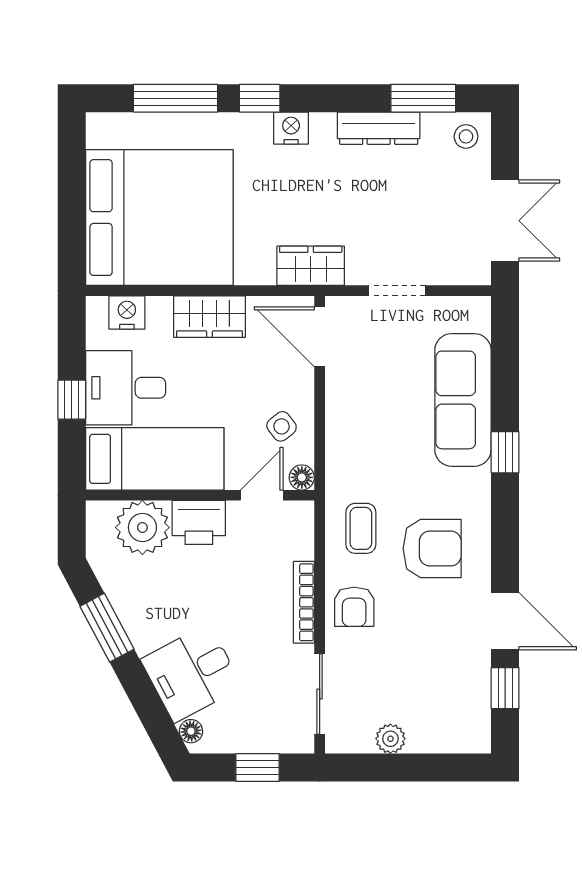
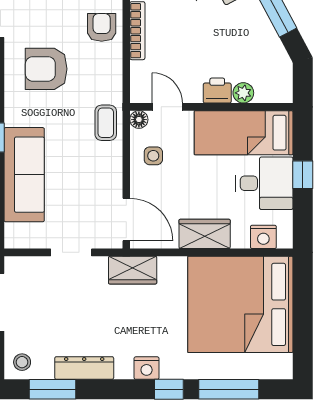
side table: (282, 426) -> (153, 156), turned 38
door: (262, 495) -> (167, 107), swing flipped
printer: (199, 522) -> (217, 91), width x0.73, depth x0.81
plant: (142, 527) -> (243, 93), width x0.53, depth x0.53
coffee table: (361, 528) -> (106, 123), moved

